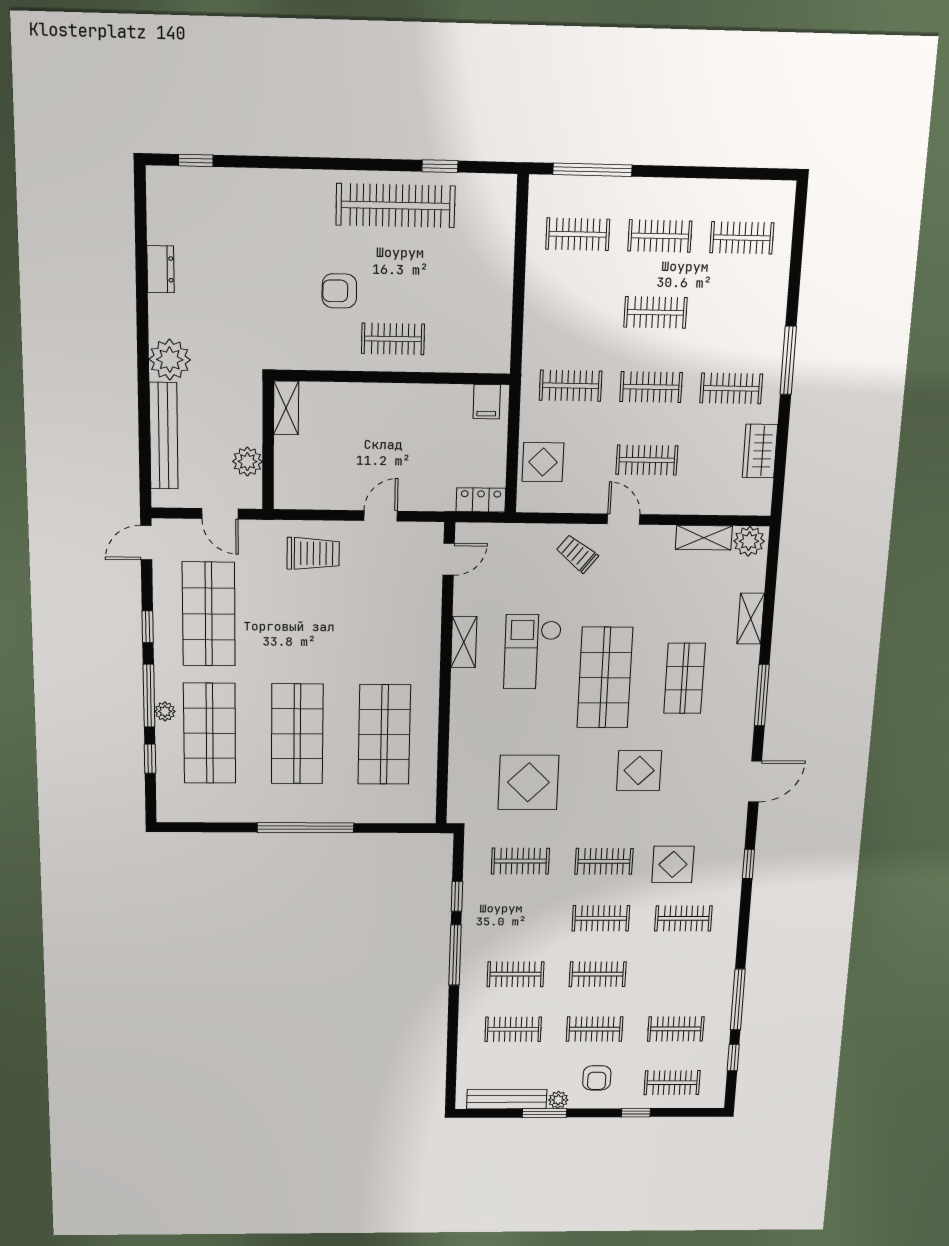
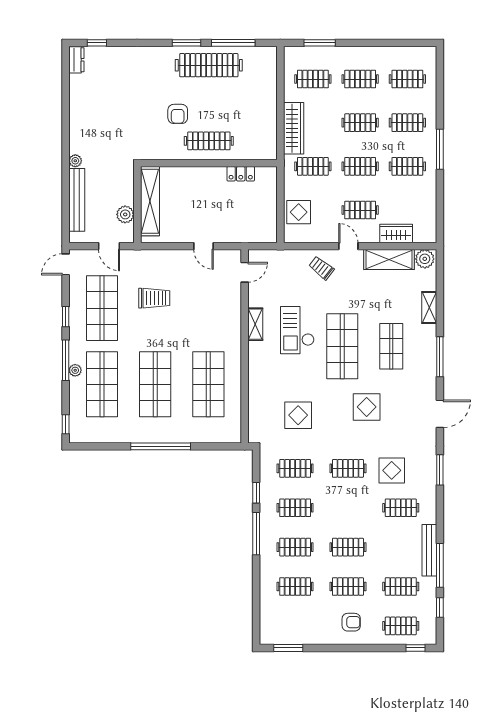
window: (357, 164) -> (186, 43), added
window: (440, 166) -> (233, 43), width x2.17
window: (592, 170) -> (320, 43), width x0.69
dresser: (161, 269) -> (76, 60), moved
armchair: (339, 291) -> (178, 114), turned -90
clothes rail: (736, 314) -> (407, 123), added
wardrobe: (541, 320) -> (294, 128), added
clothes rail: (393, 339) -> (209, 141), width x1.36
plant: (170, 360) -> (75, 161), width x0.53, depth x0.53
filing cabinet: (487, 402) -> (264, 177), removed
shelving: (286, 408) -> (150, 201), width x2.20, depth x1.33
wardrobe: (760, 451) -> (396, 234), moved, turned 90
locker: (481, 500) -> (241, 174), moved, turned 180
door: (381, 516) -> (204, 246), swing flipped
shelving: (704, 538) -> (389, 259), width x1.50, depth x1.33
trolley: (313, 553) -> (154, 298), moved
window: (150, 759) -> (66, 424), moved
display table: (528, 782) -> (298, 415), width x0.73, depth x0.73
window: (748, 864) -> (440, 470), width x1.50
clothes rail: (601, 918) -> (295, 508), moved
armchair: (597, 1078) -> (351, 622), turned -90
bench: (507, 1099) -> (429, 550), moved, turned 90
plant: (558, 1100) -> (327, 638), removed
window: (544, 1113) -> (288, 648), moved
window: (636, 1113) -> (415, 648), moved

